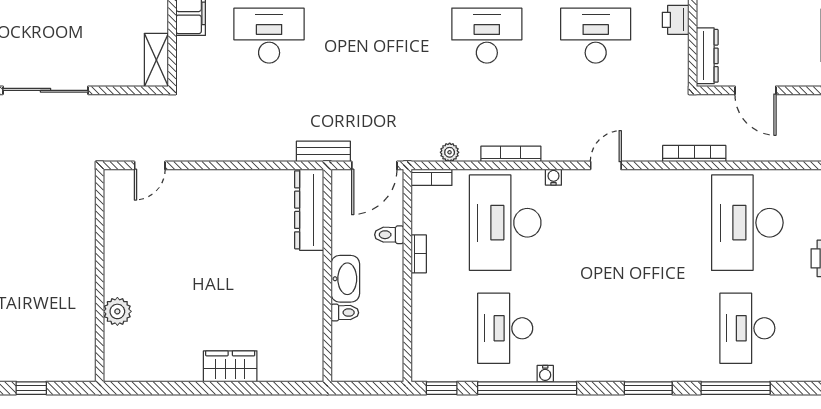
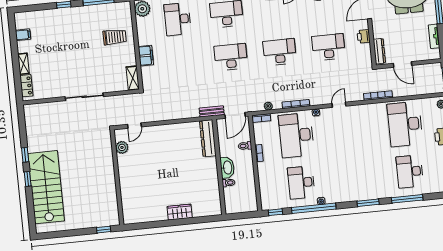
desk: (269, 36) -> (231, 57), moved
plant: (117, 311) -> (122, 147), moved
window: (31, 388) -> (104, 230), moved

